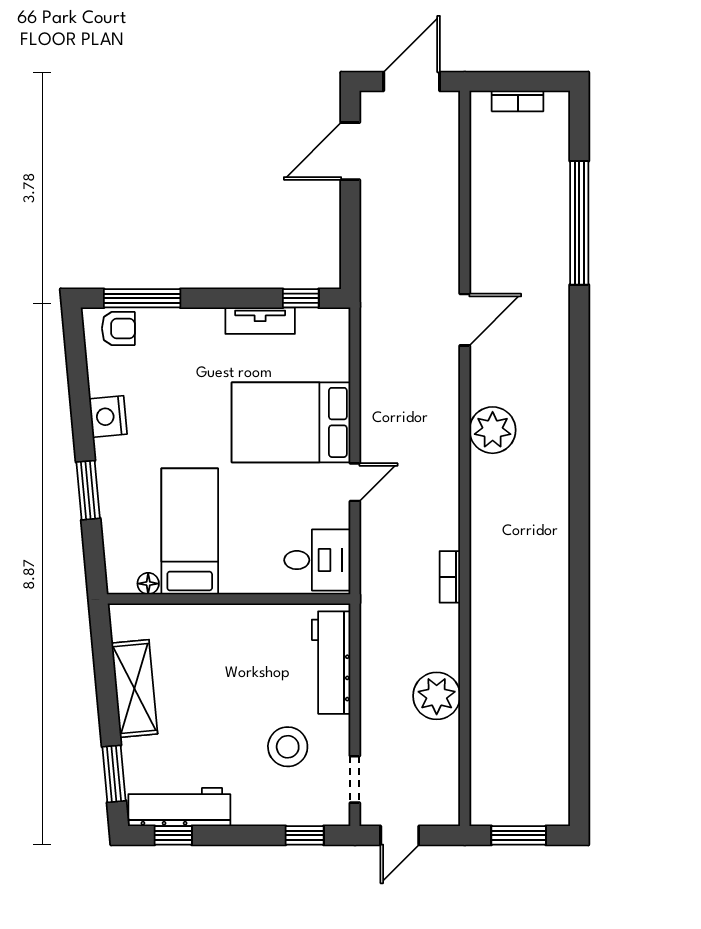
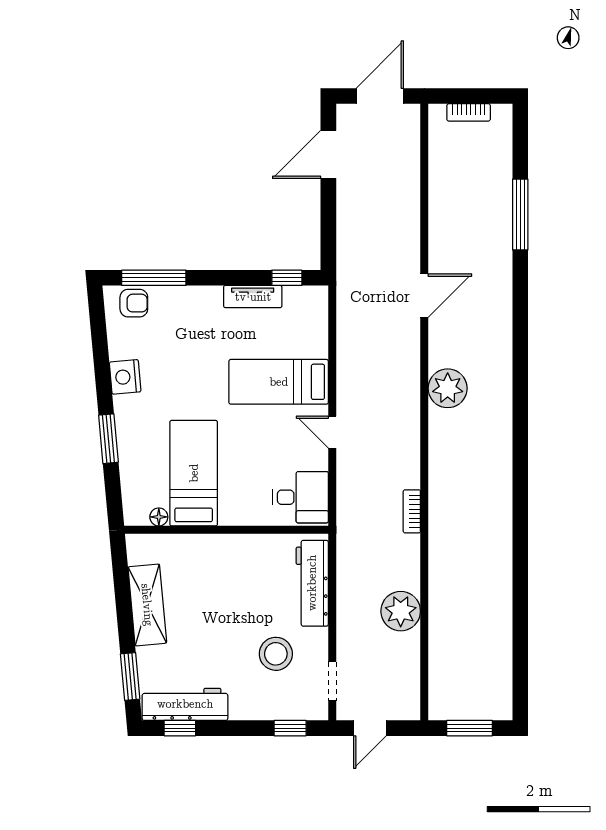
window: (579, 223) -> (520, 214), width x0.68
bed: (291, 422) -> (279, 382), width x0.67
door: (355, 482) -> (332, 432), swing flipped

